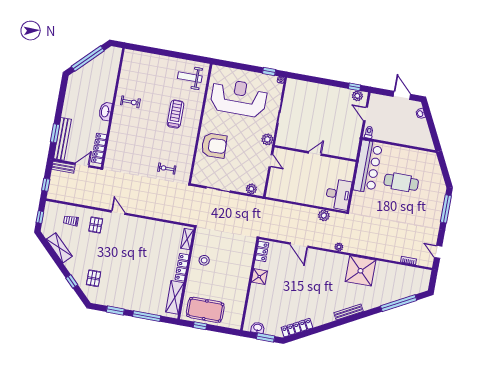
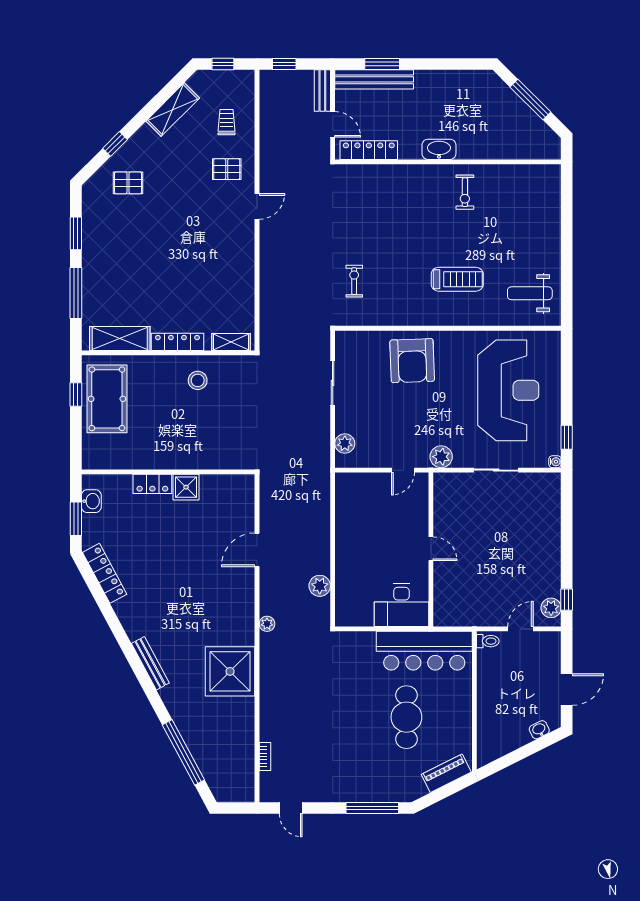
window: (88, 59) -> (530, 99), width x0.68
weight bench: (190, 77) -> (530, 293), turned -90
piano: (435, 167) -> (446, 773), added
desk: (338, 194) -> (401, 605), moved
locker: (262, 251) -> (152, 484), moved
door: (438, 252) -> (291, 808), swing flipped

